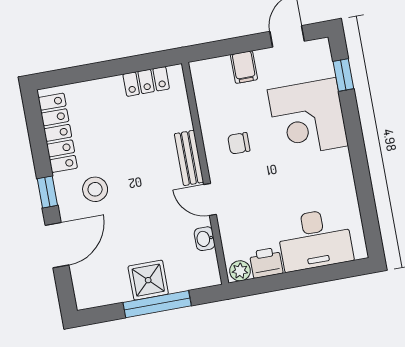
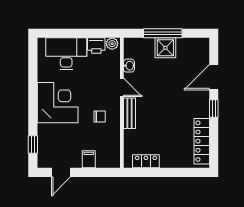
corner desk: (308, 118) -> (58, 103), moved
stool: (95, 189) -> (186, 105), removed

